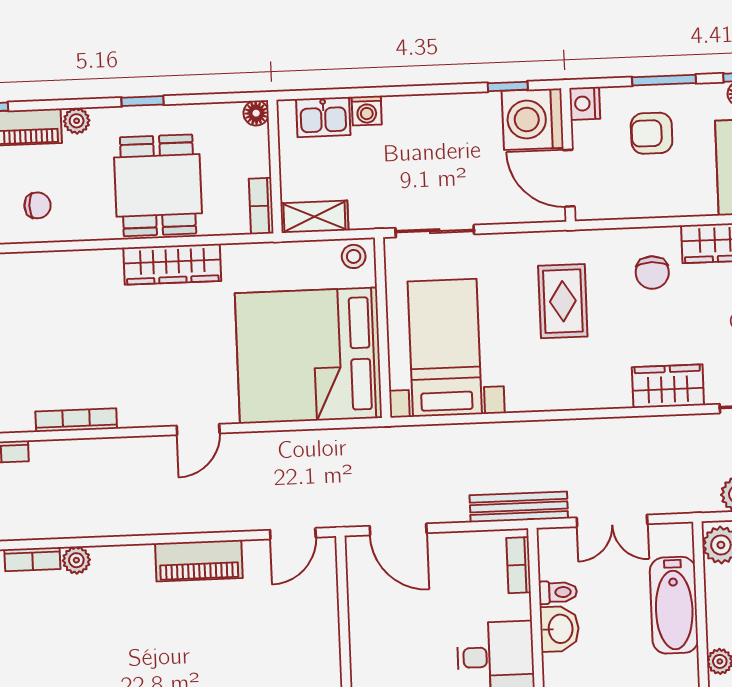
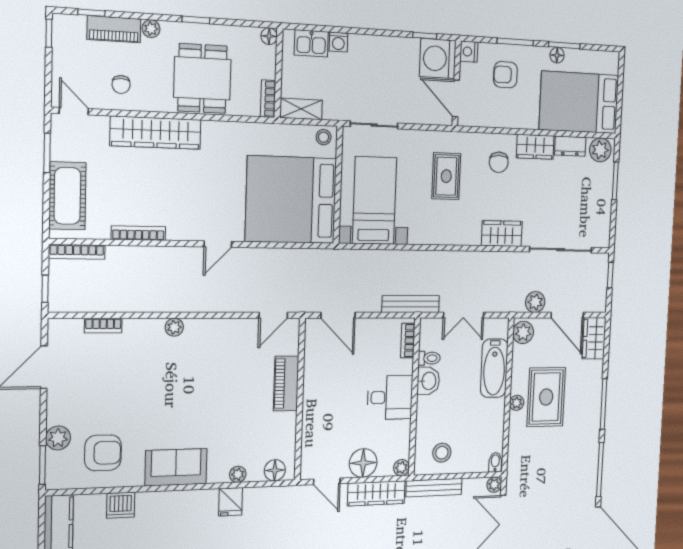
chair: (37, 205) -> (121, 84), turned 90
wardrobe: (172, 264) -> (156, 133), moved, width x1.40, depth x1.17
plant: (76, 560) -> (174, 327), moved
piano: (199, 561) -> (286, 383), moved, turned 90

